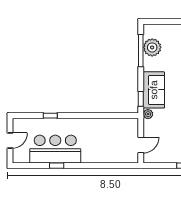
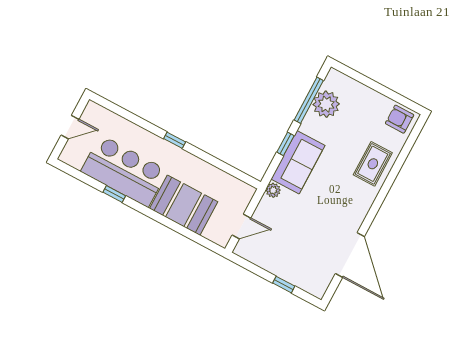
window: (141, 99) -> (285, 144), moved
window: (50, 116) -> (175, 140), moved
booth: (101, 151) -> (184, 205), added

